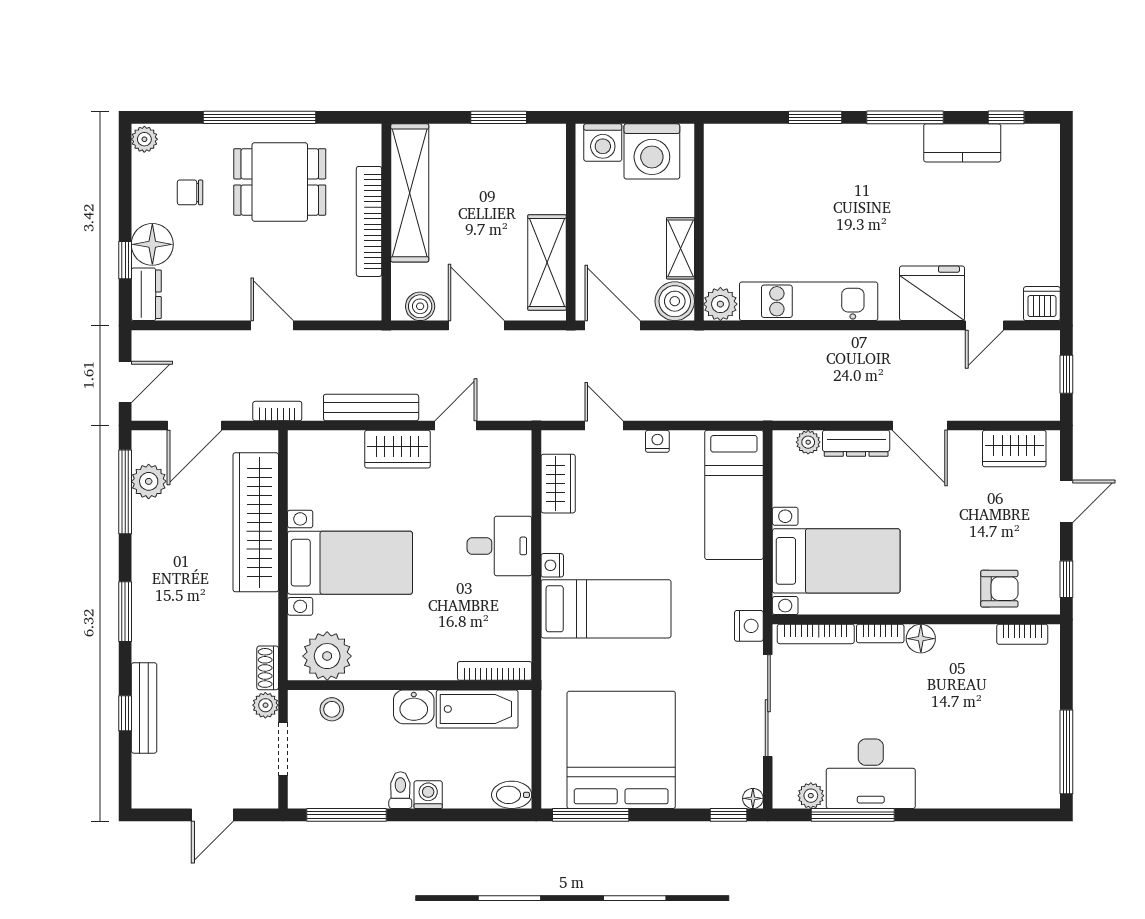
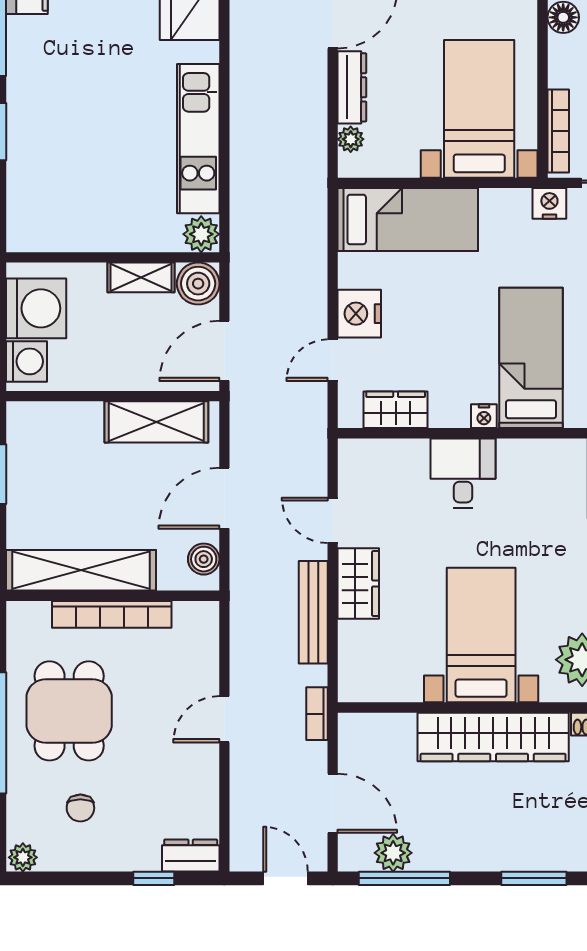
floor lamp: (152, 244) -> (137, 849), removed
nightstand: (657, 441) -> (359, 314), width x1.89, depth x1.79
wardrobe: (256, 522) -> (493, 737), moved
bookcase: (880, 634) -> (558, 61), removed

